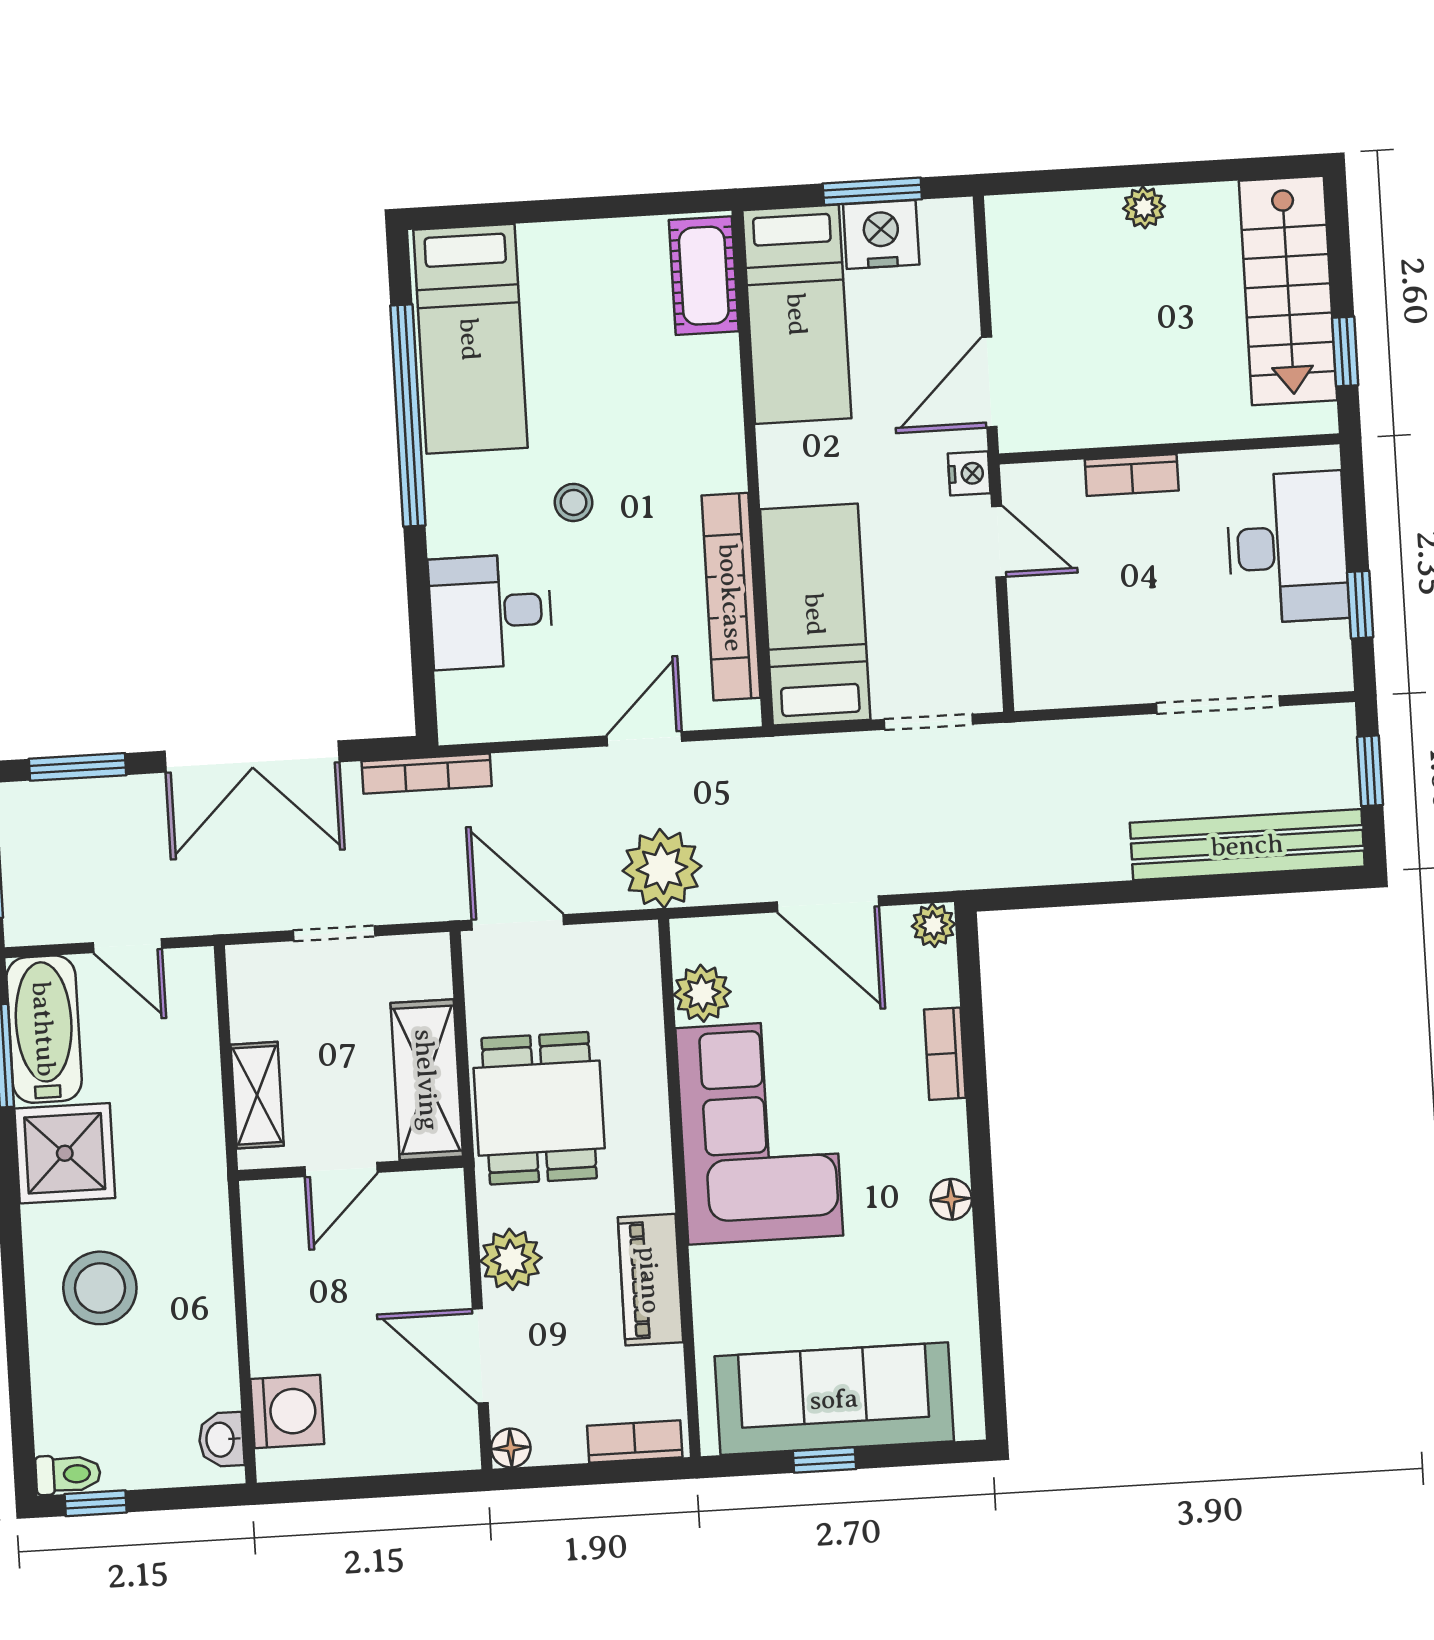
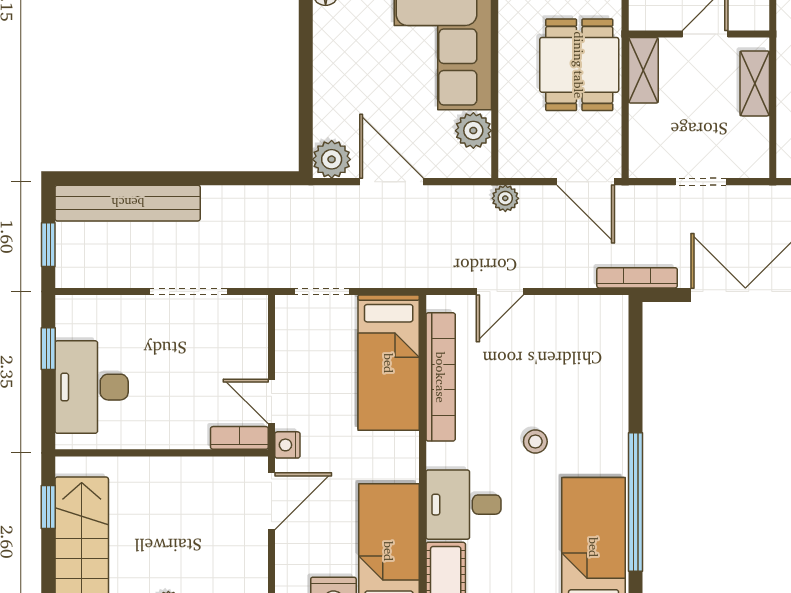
bookcase: (1132, 475) -> (239, 438), moved
desk: (491, 611) -> (464, 505), moved, turned 180
doorway: (1218, 705) -> (188, 291), moved
plant: (662, 868) -> (505, 198), width x0.53, depth x0.53
plant: (933, 925) -> (332, 159), width x1.38, depth x1.38
bookcase: (945, 1054) -> (324, 84), removed
shelving: (427, 1080) -> (643, 70), width x0.67, depth x0.75

